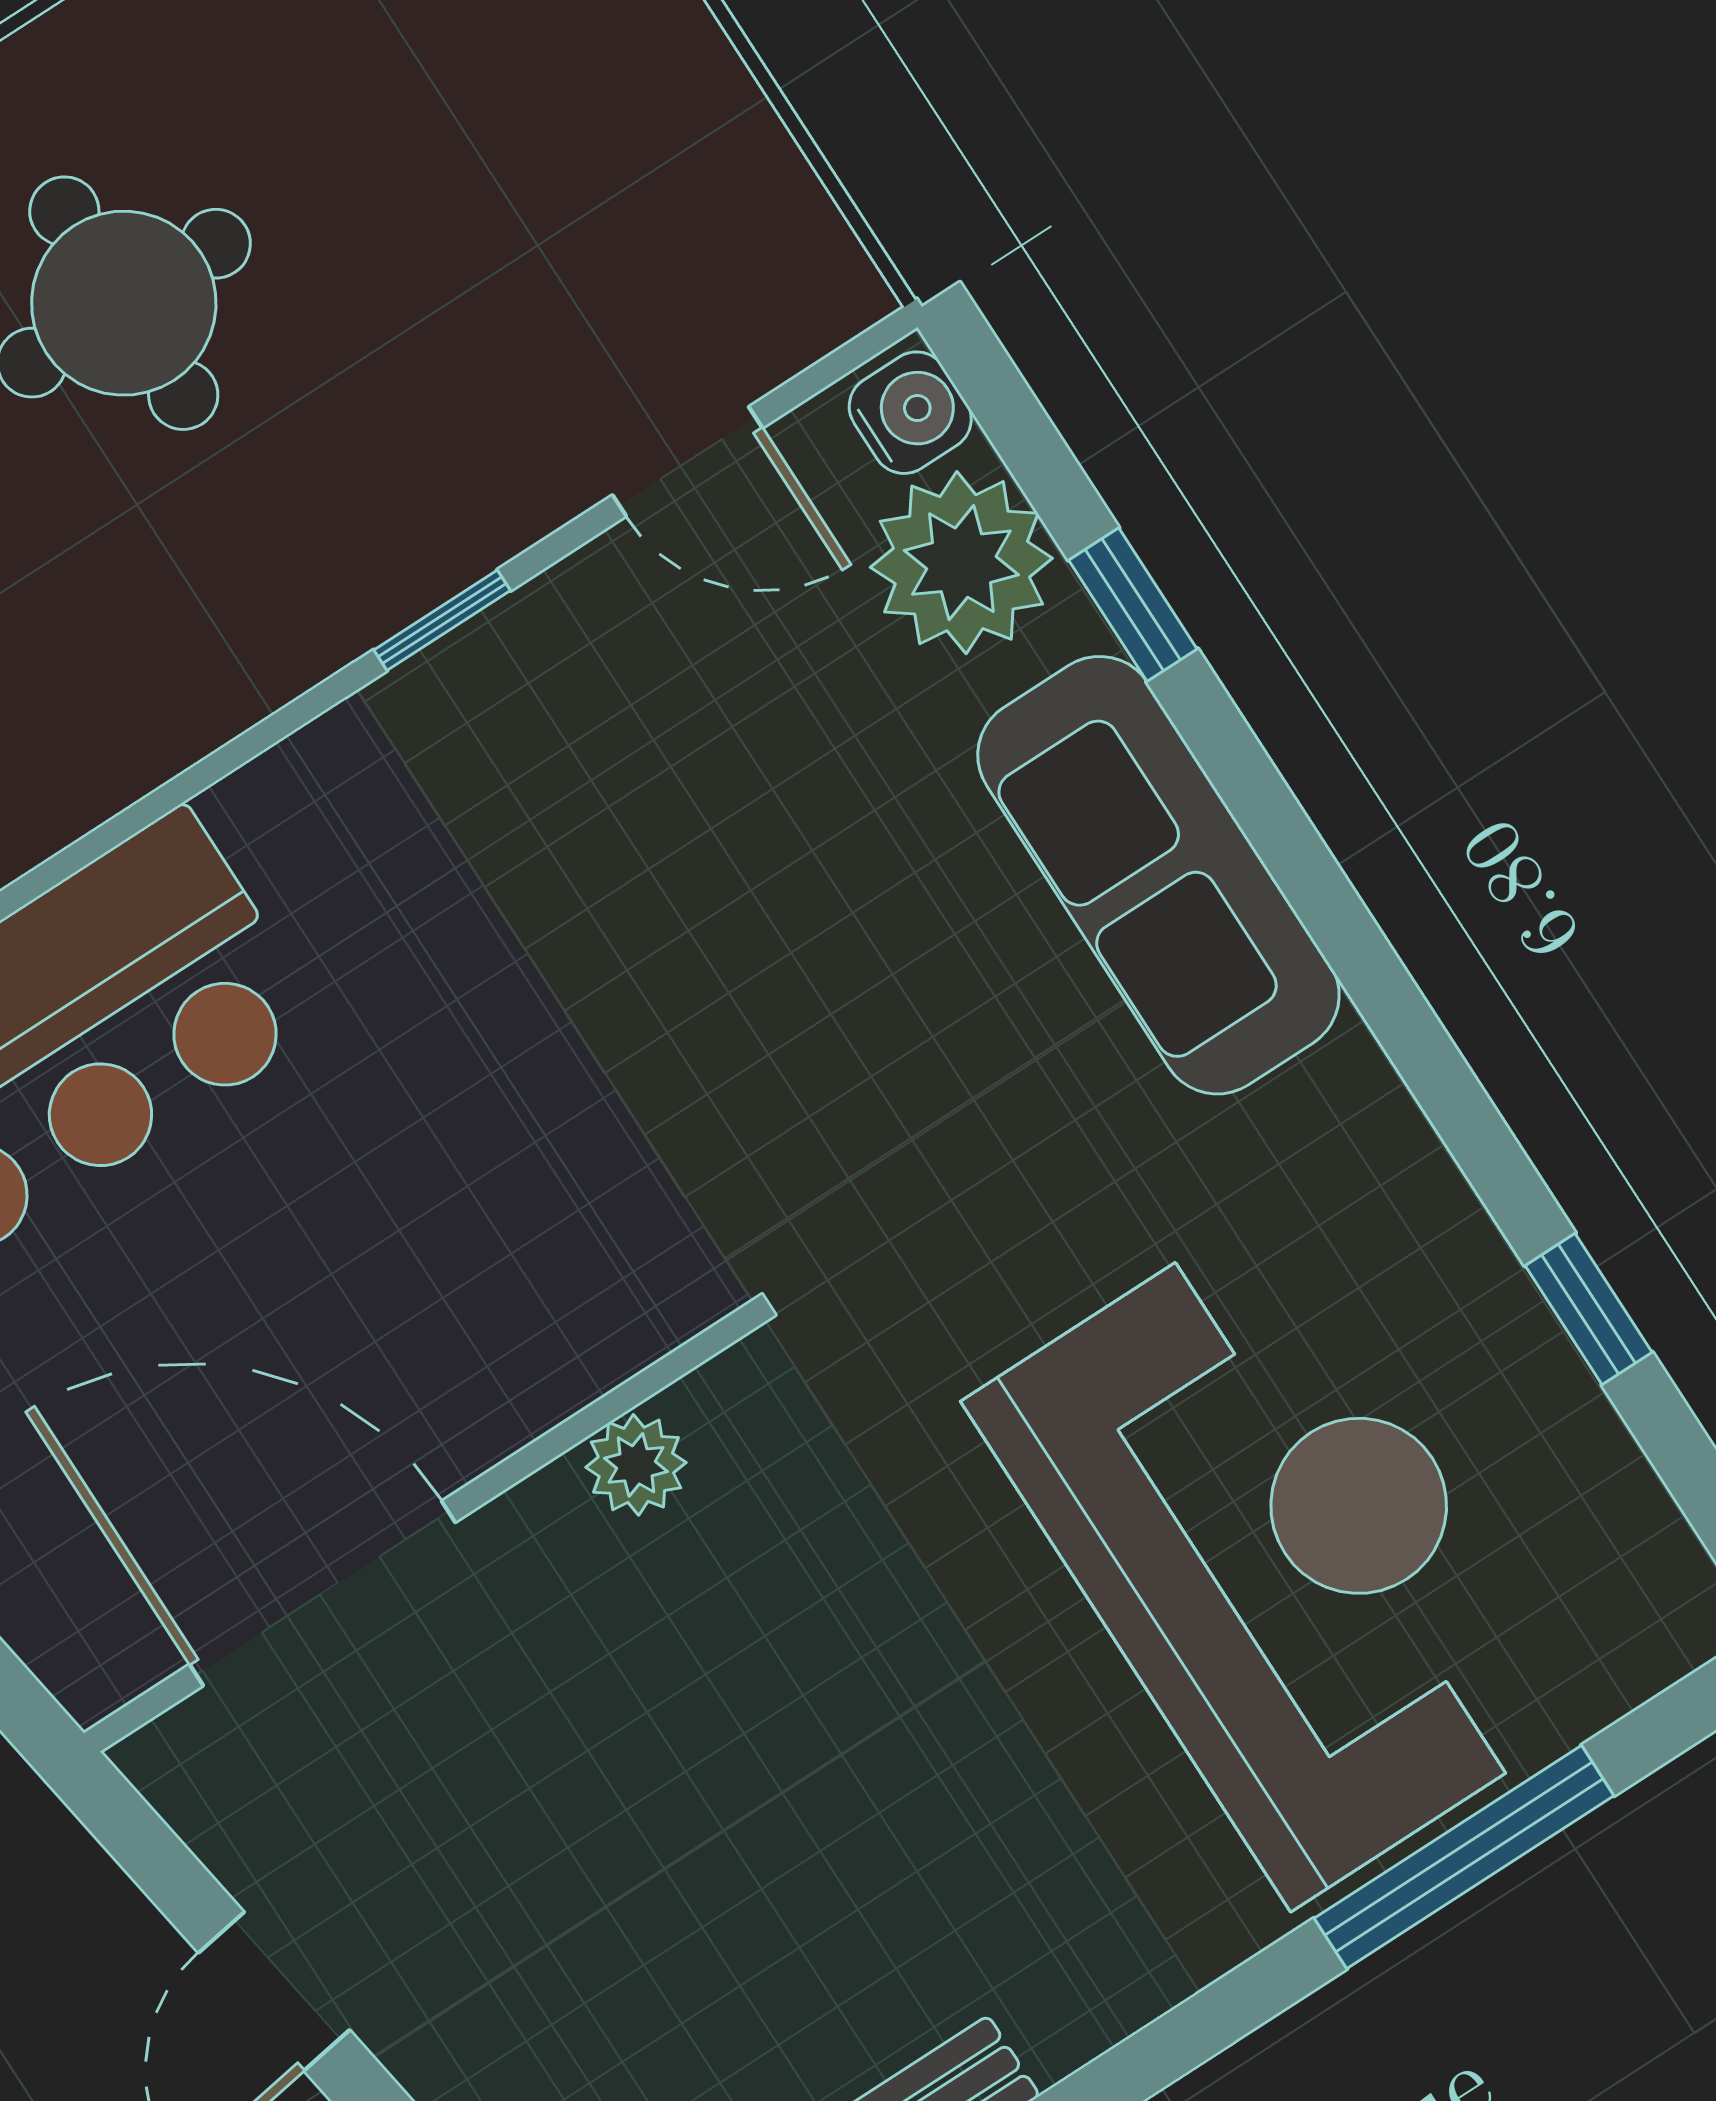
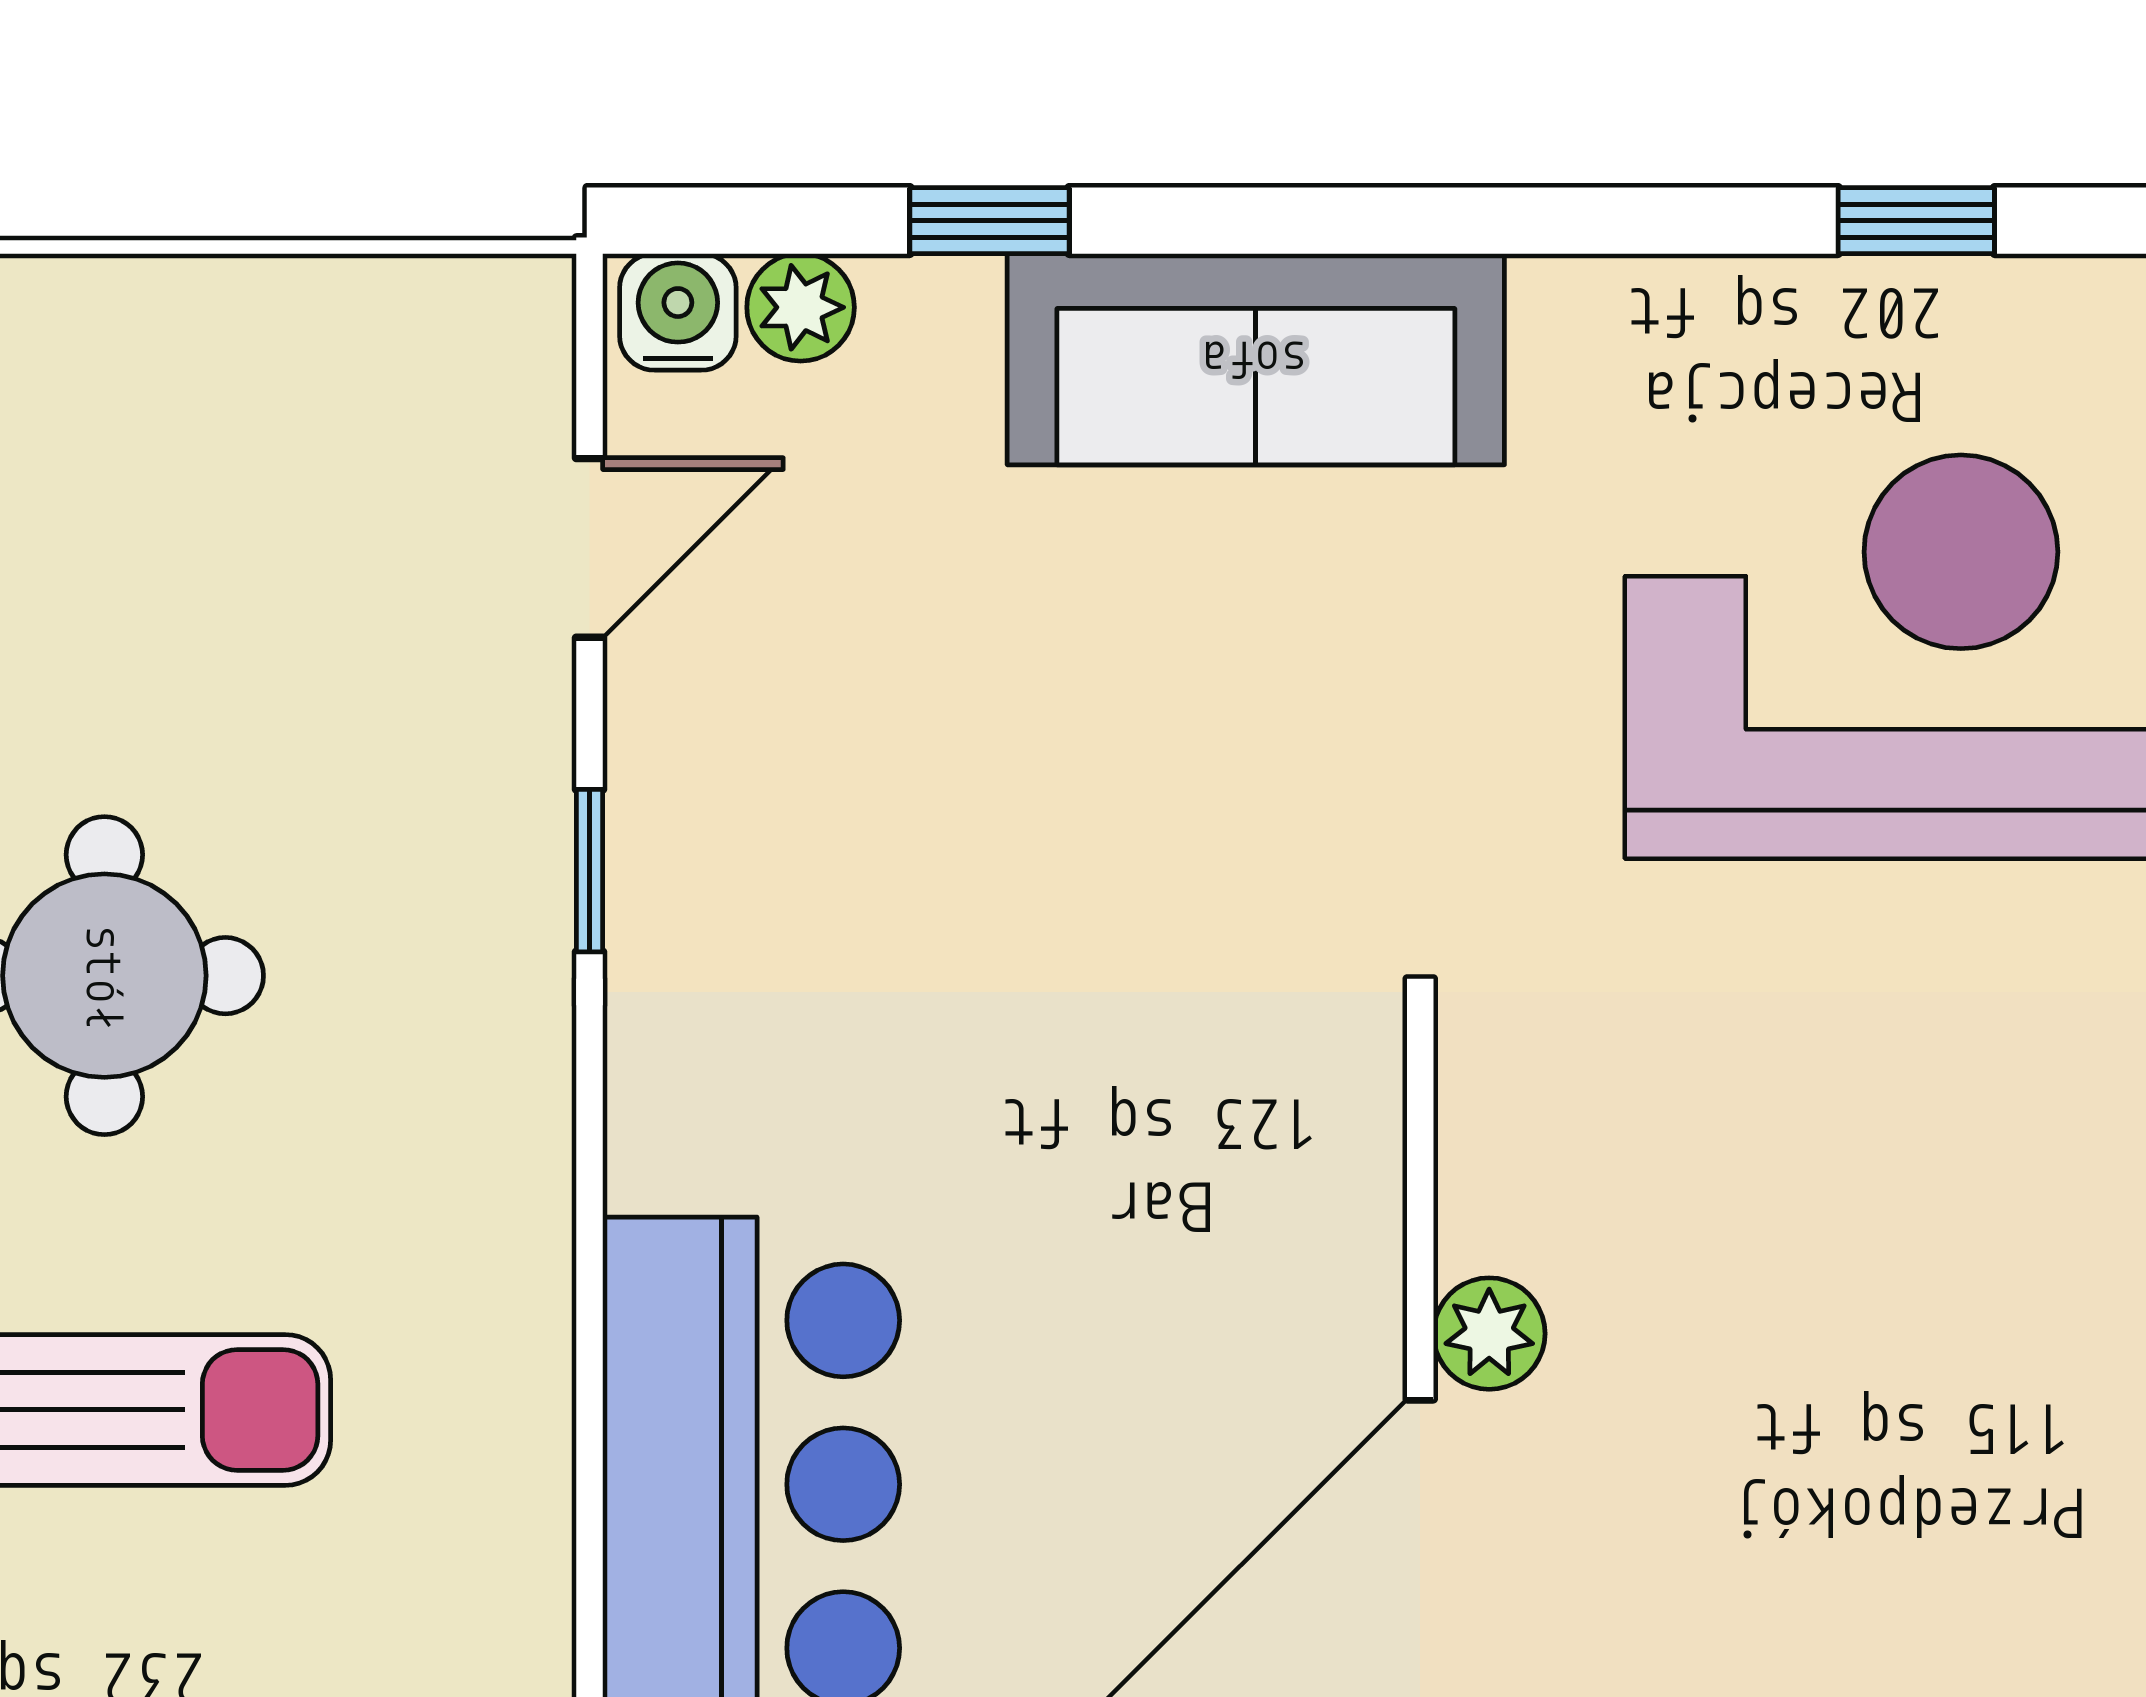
plant: (961, 563) -> (801, 307), width x0.53, depth x0.53
plant: (636, 1465) -> (1489, 1334), moved

